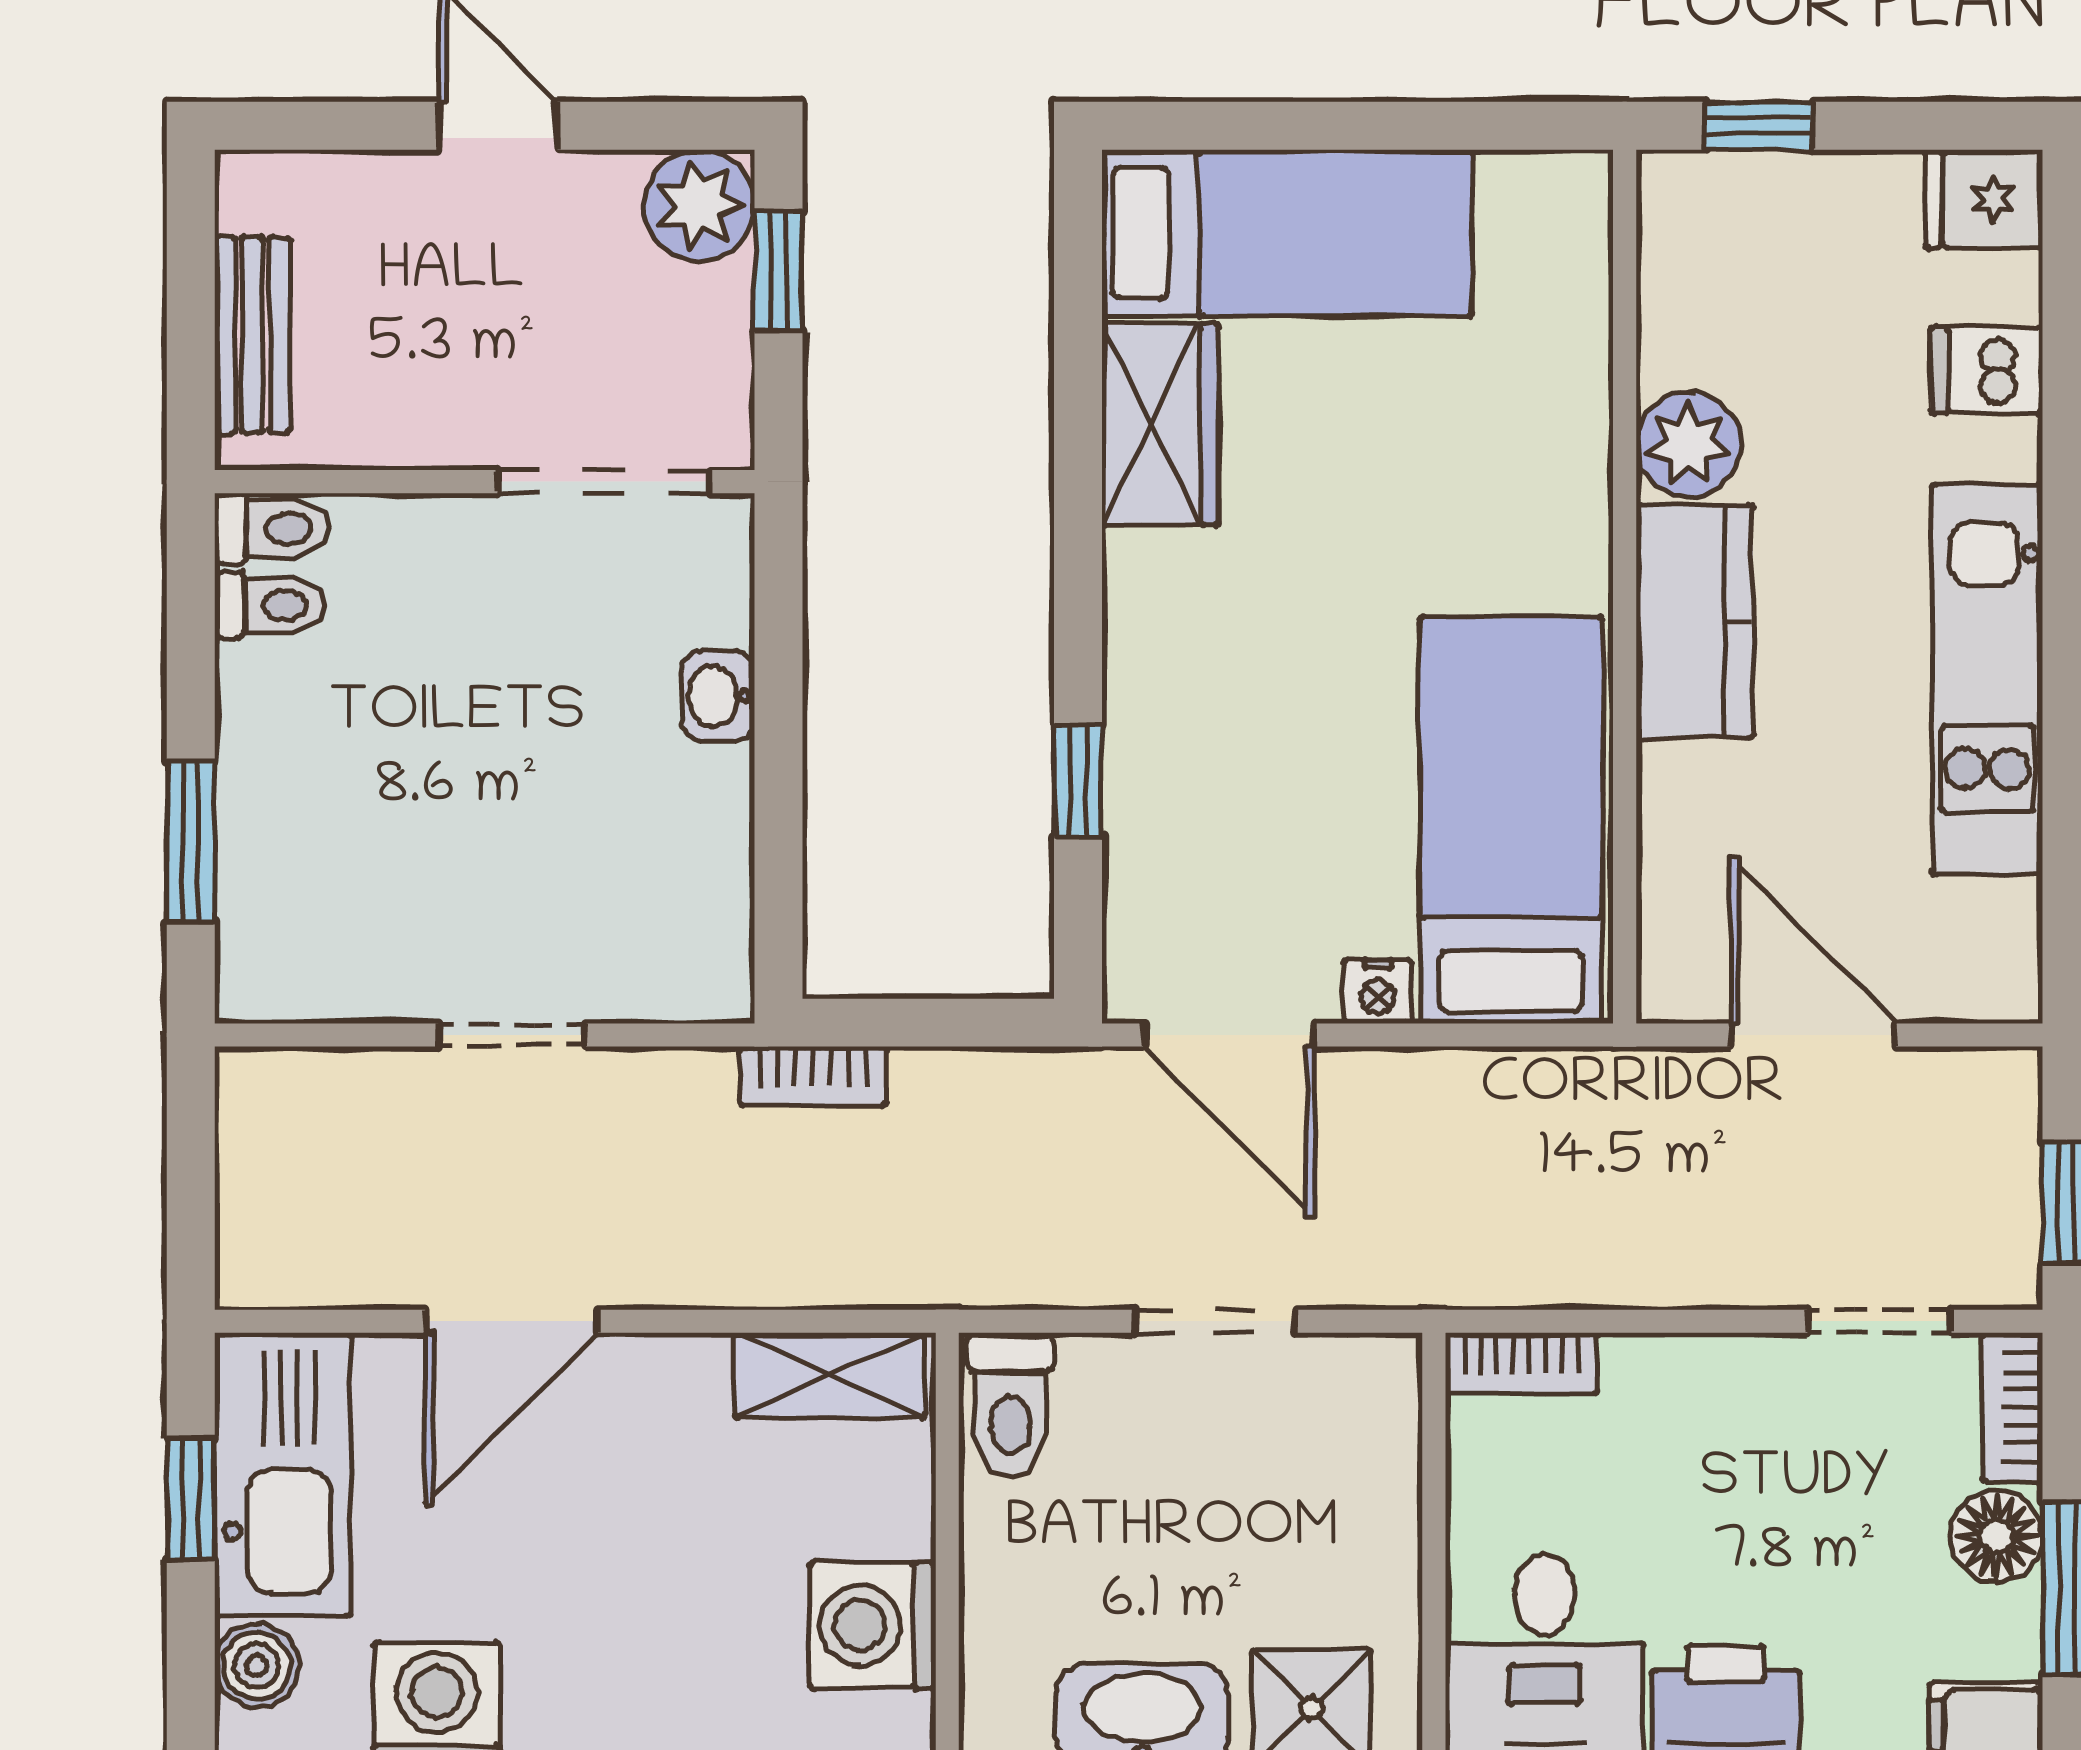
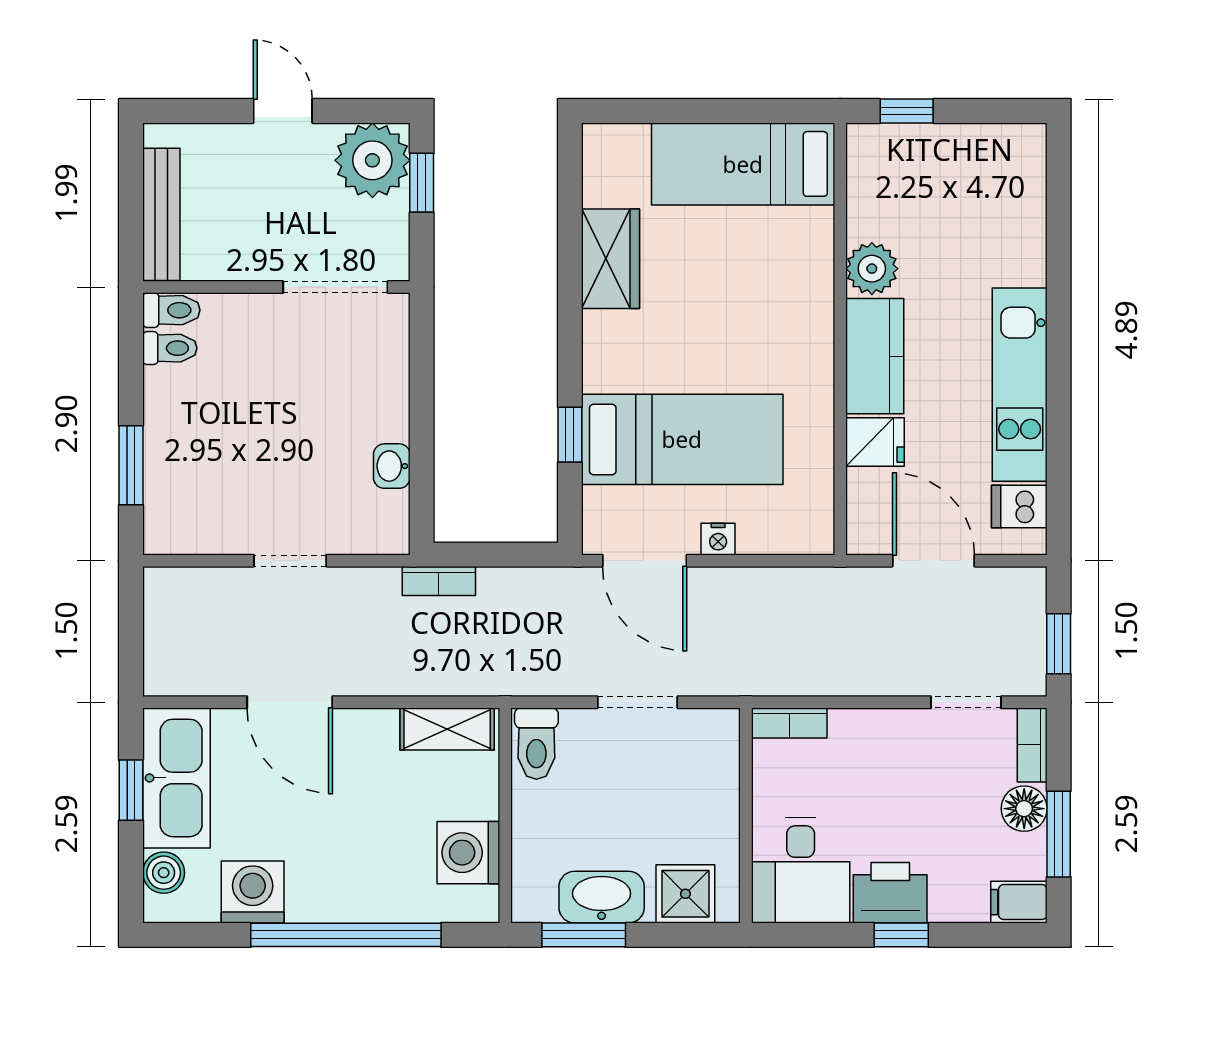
fridge: (1984, 199) -> (875, 442), moved, turned 180
plant: (699, 205) -> (372, 160), width x1.36, depth x1.36
bed: (1287, 233) -> (743, 164), moved, turned 180
bench: (252, 335) -> (161, 214), width x1.36
dishwasher: (1987, 370) -> (1019, 506), moved
washbasin: (718, 696) -> (392, 466), moved
bed: (1511, 820) -> (682, 439), moved, turned 90
door: (512, 1321) -> (290, 702), hinge flipped

